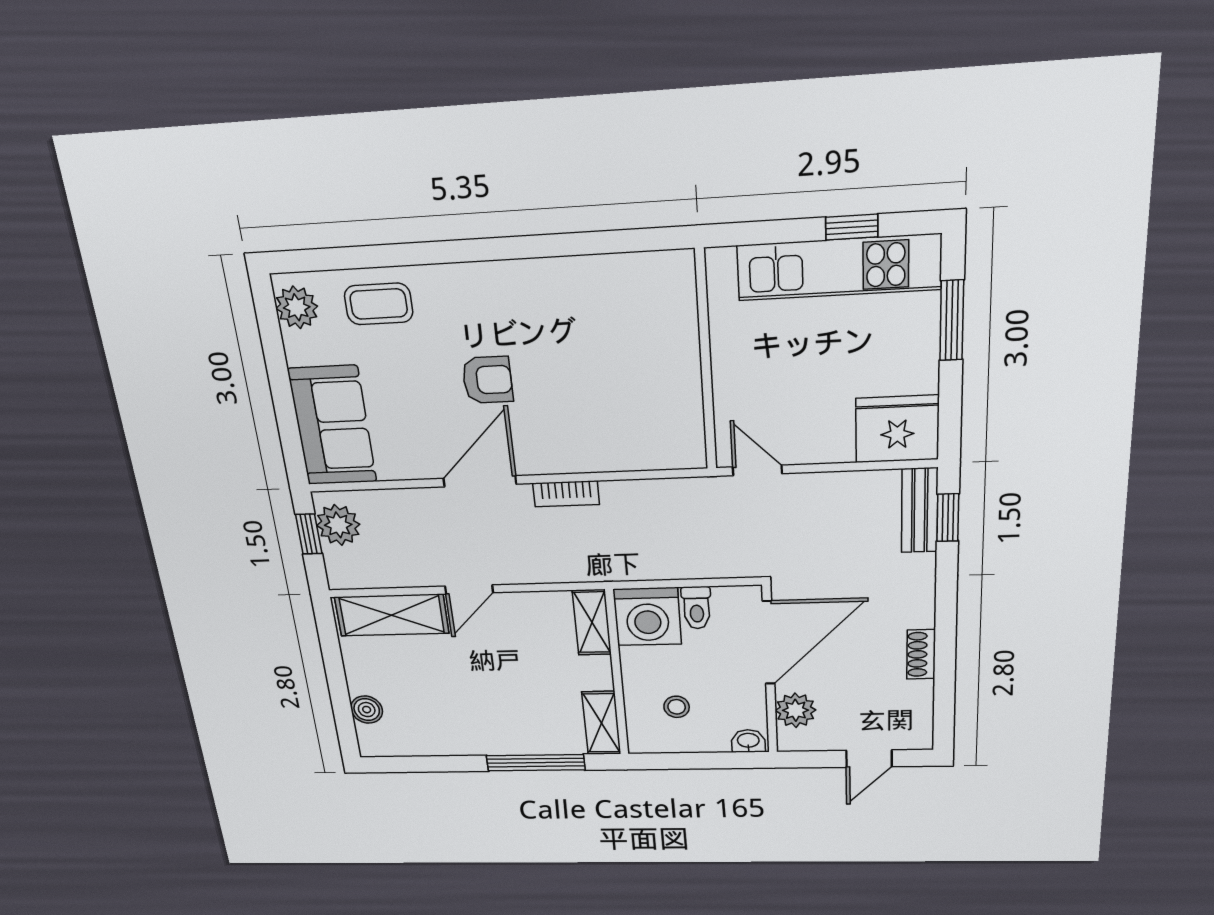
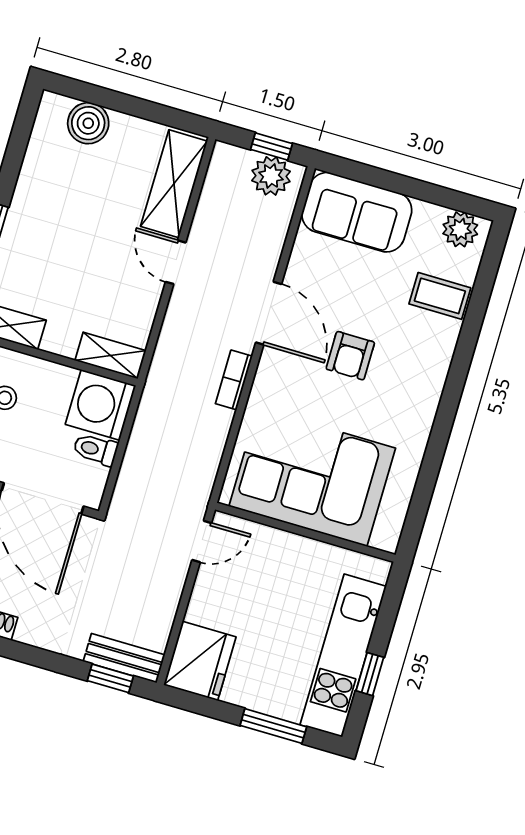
coffee table: (379, 304) -> (440, 296), turned 90
corner sofa: (640, 375) -> (312, 477), added
boiler: (367, 710) -> (88, 123), width x1.36, depth x1.36

